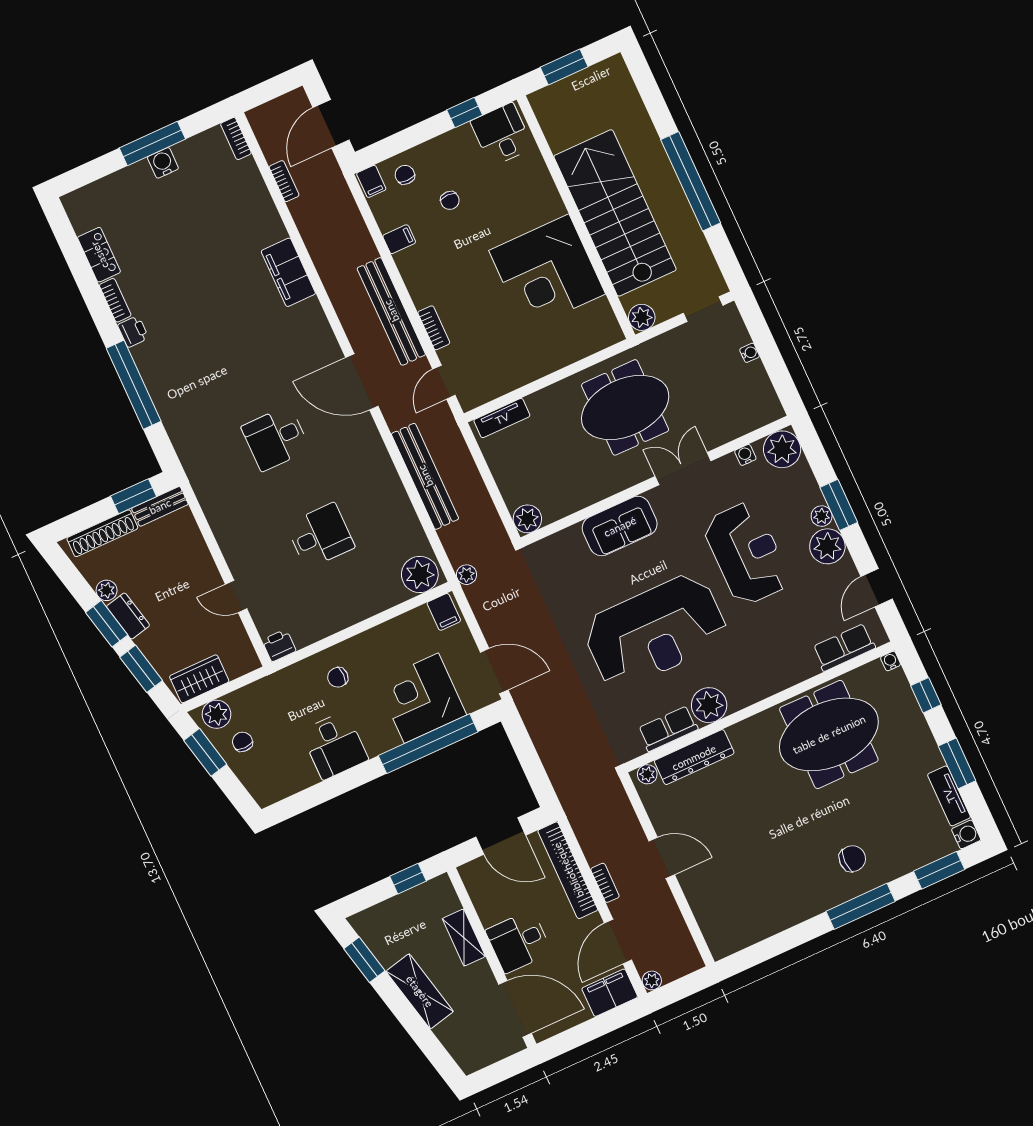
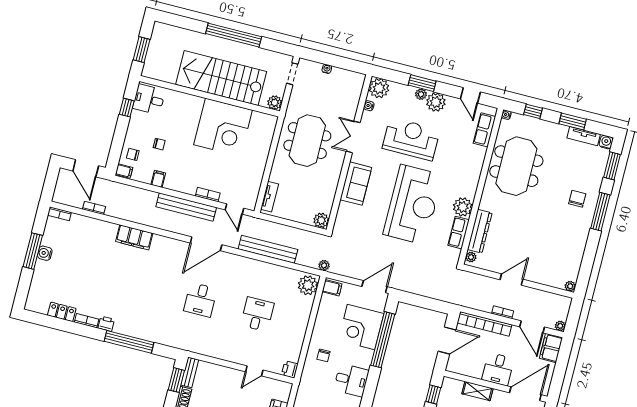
plant: (720, 949) -> (570, 286), added

